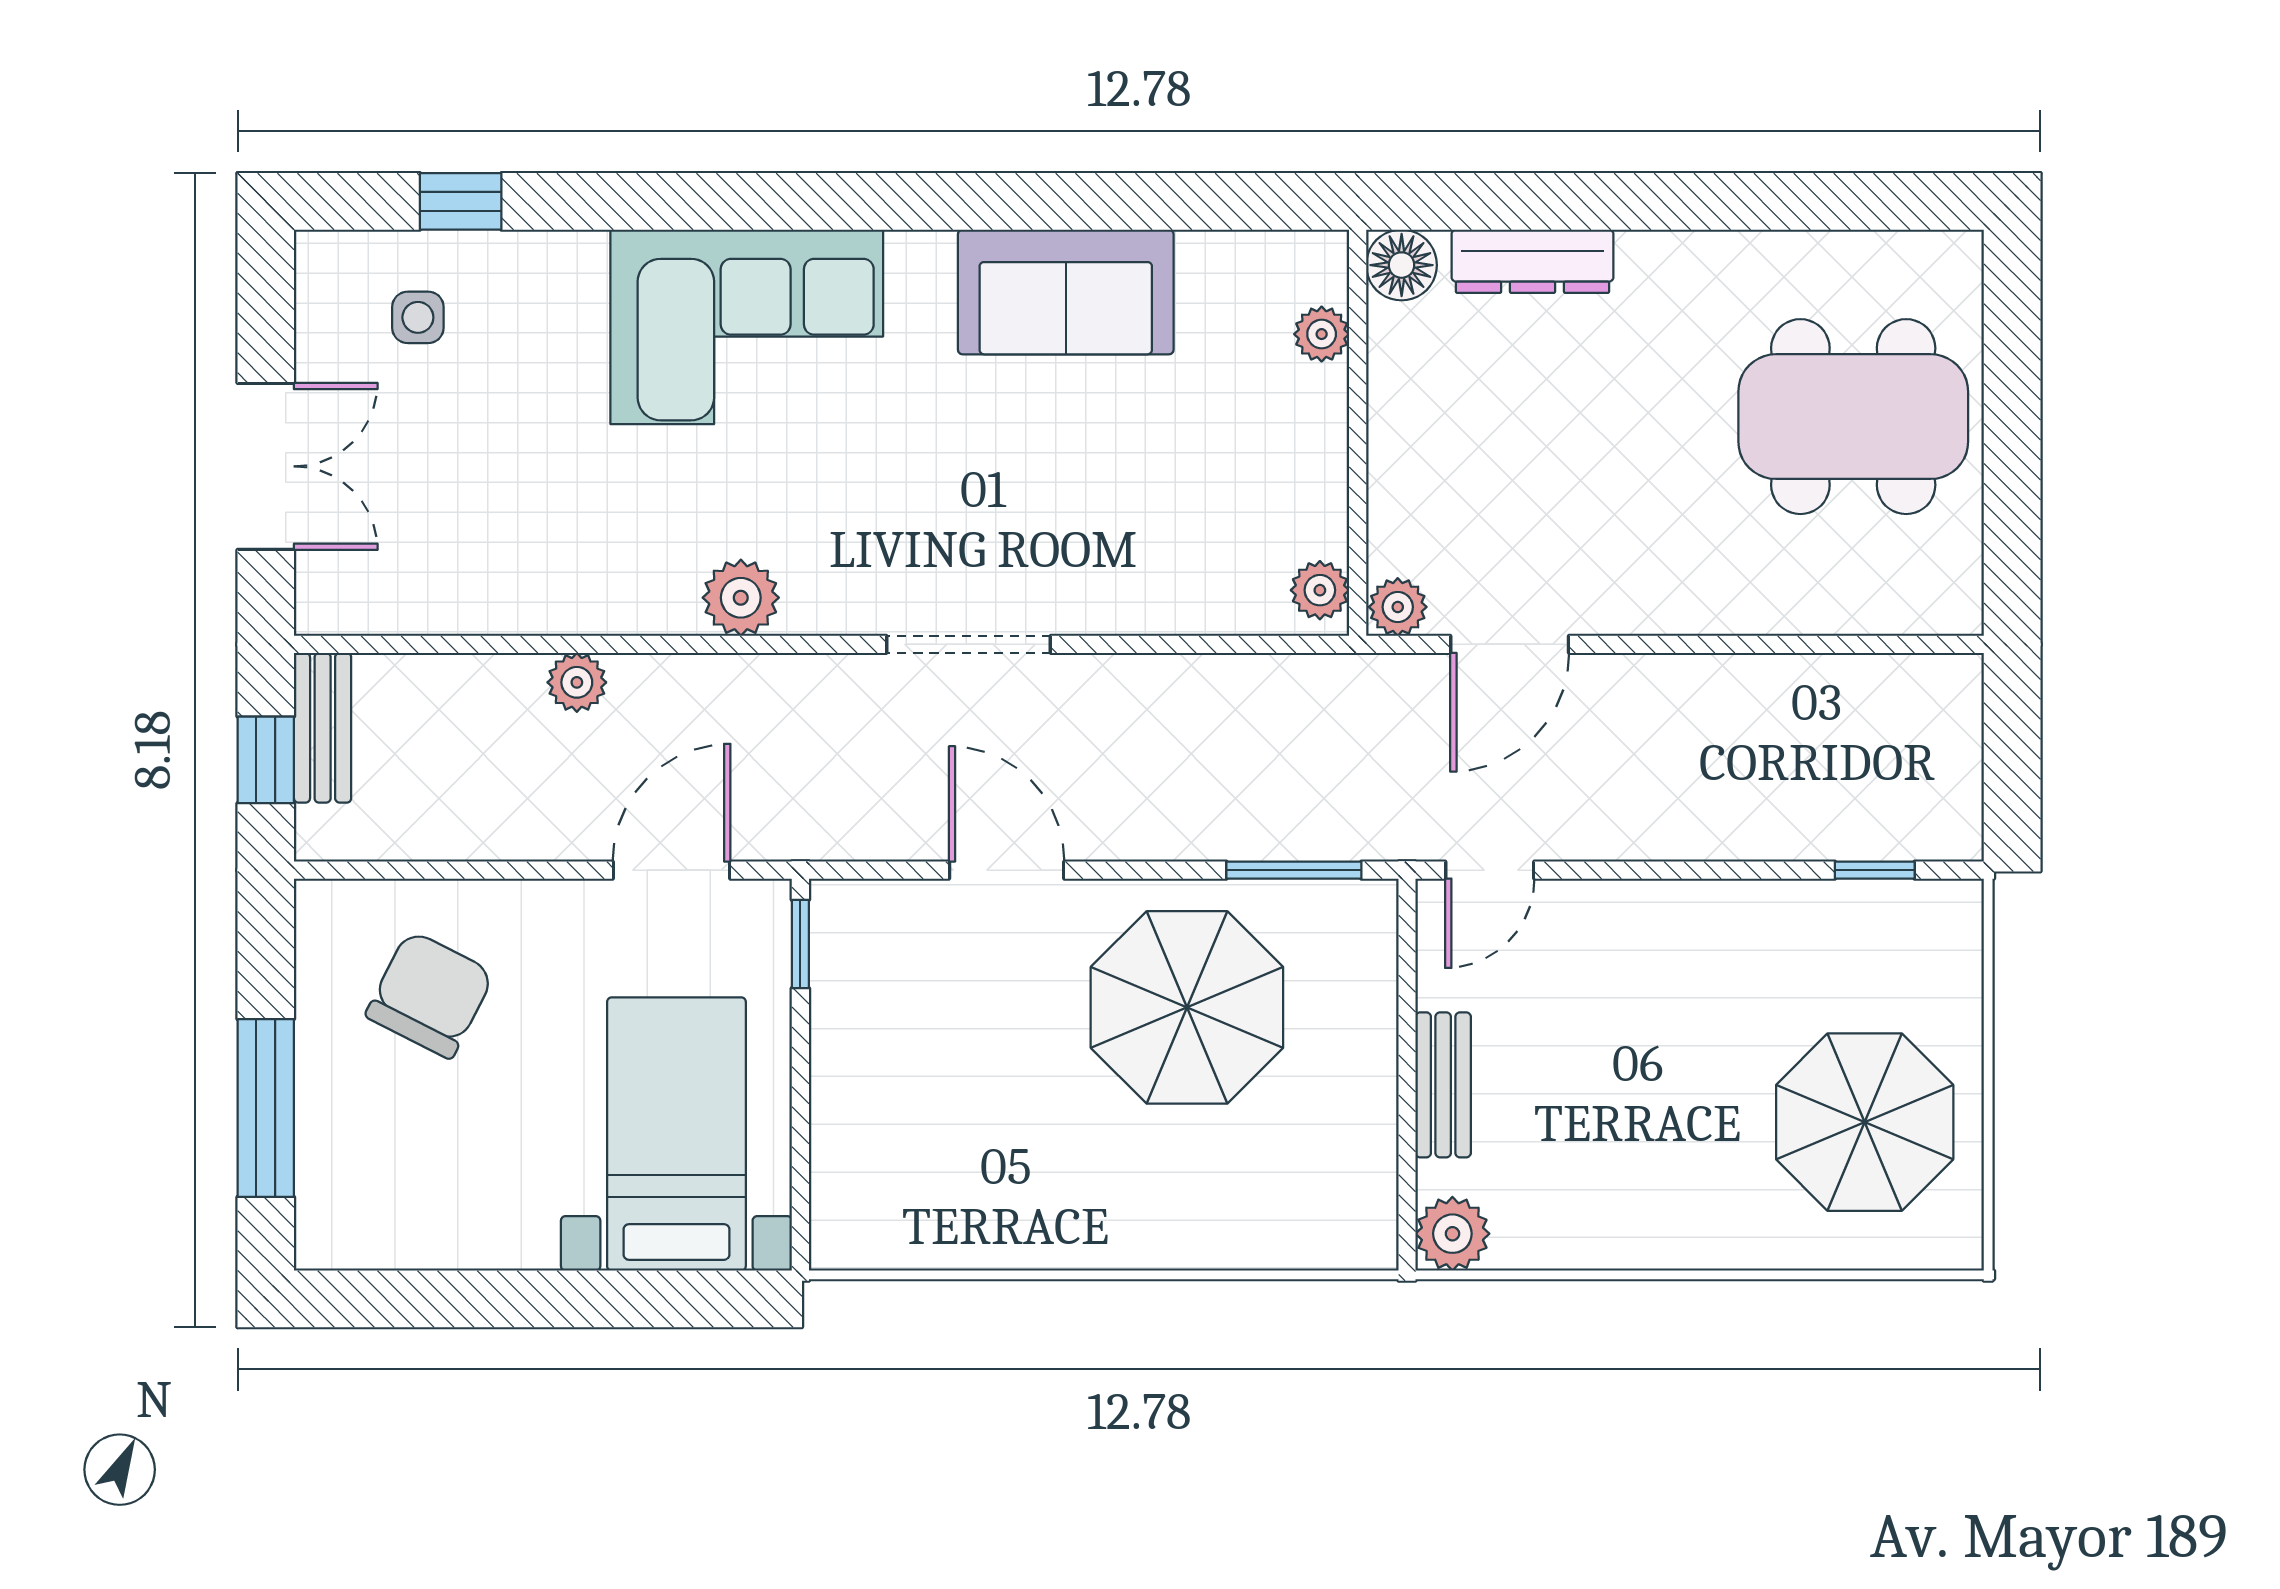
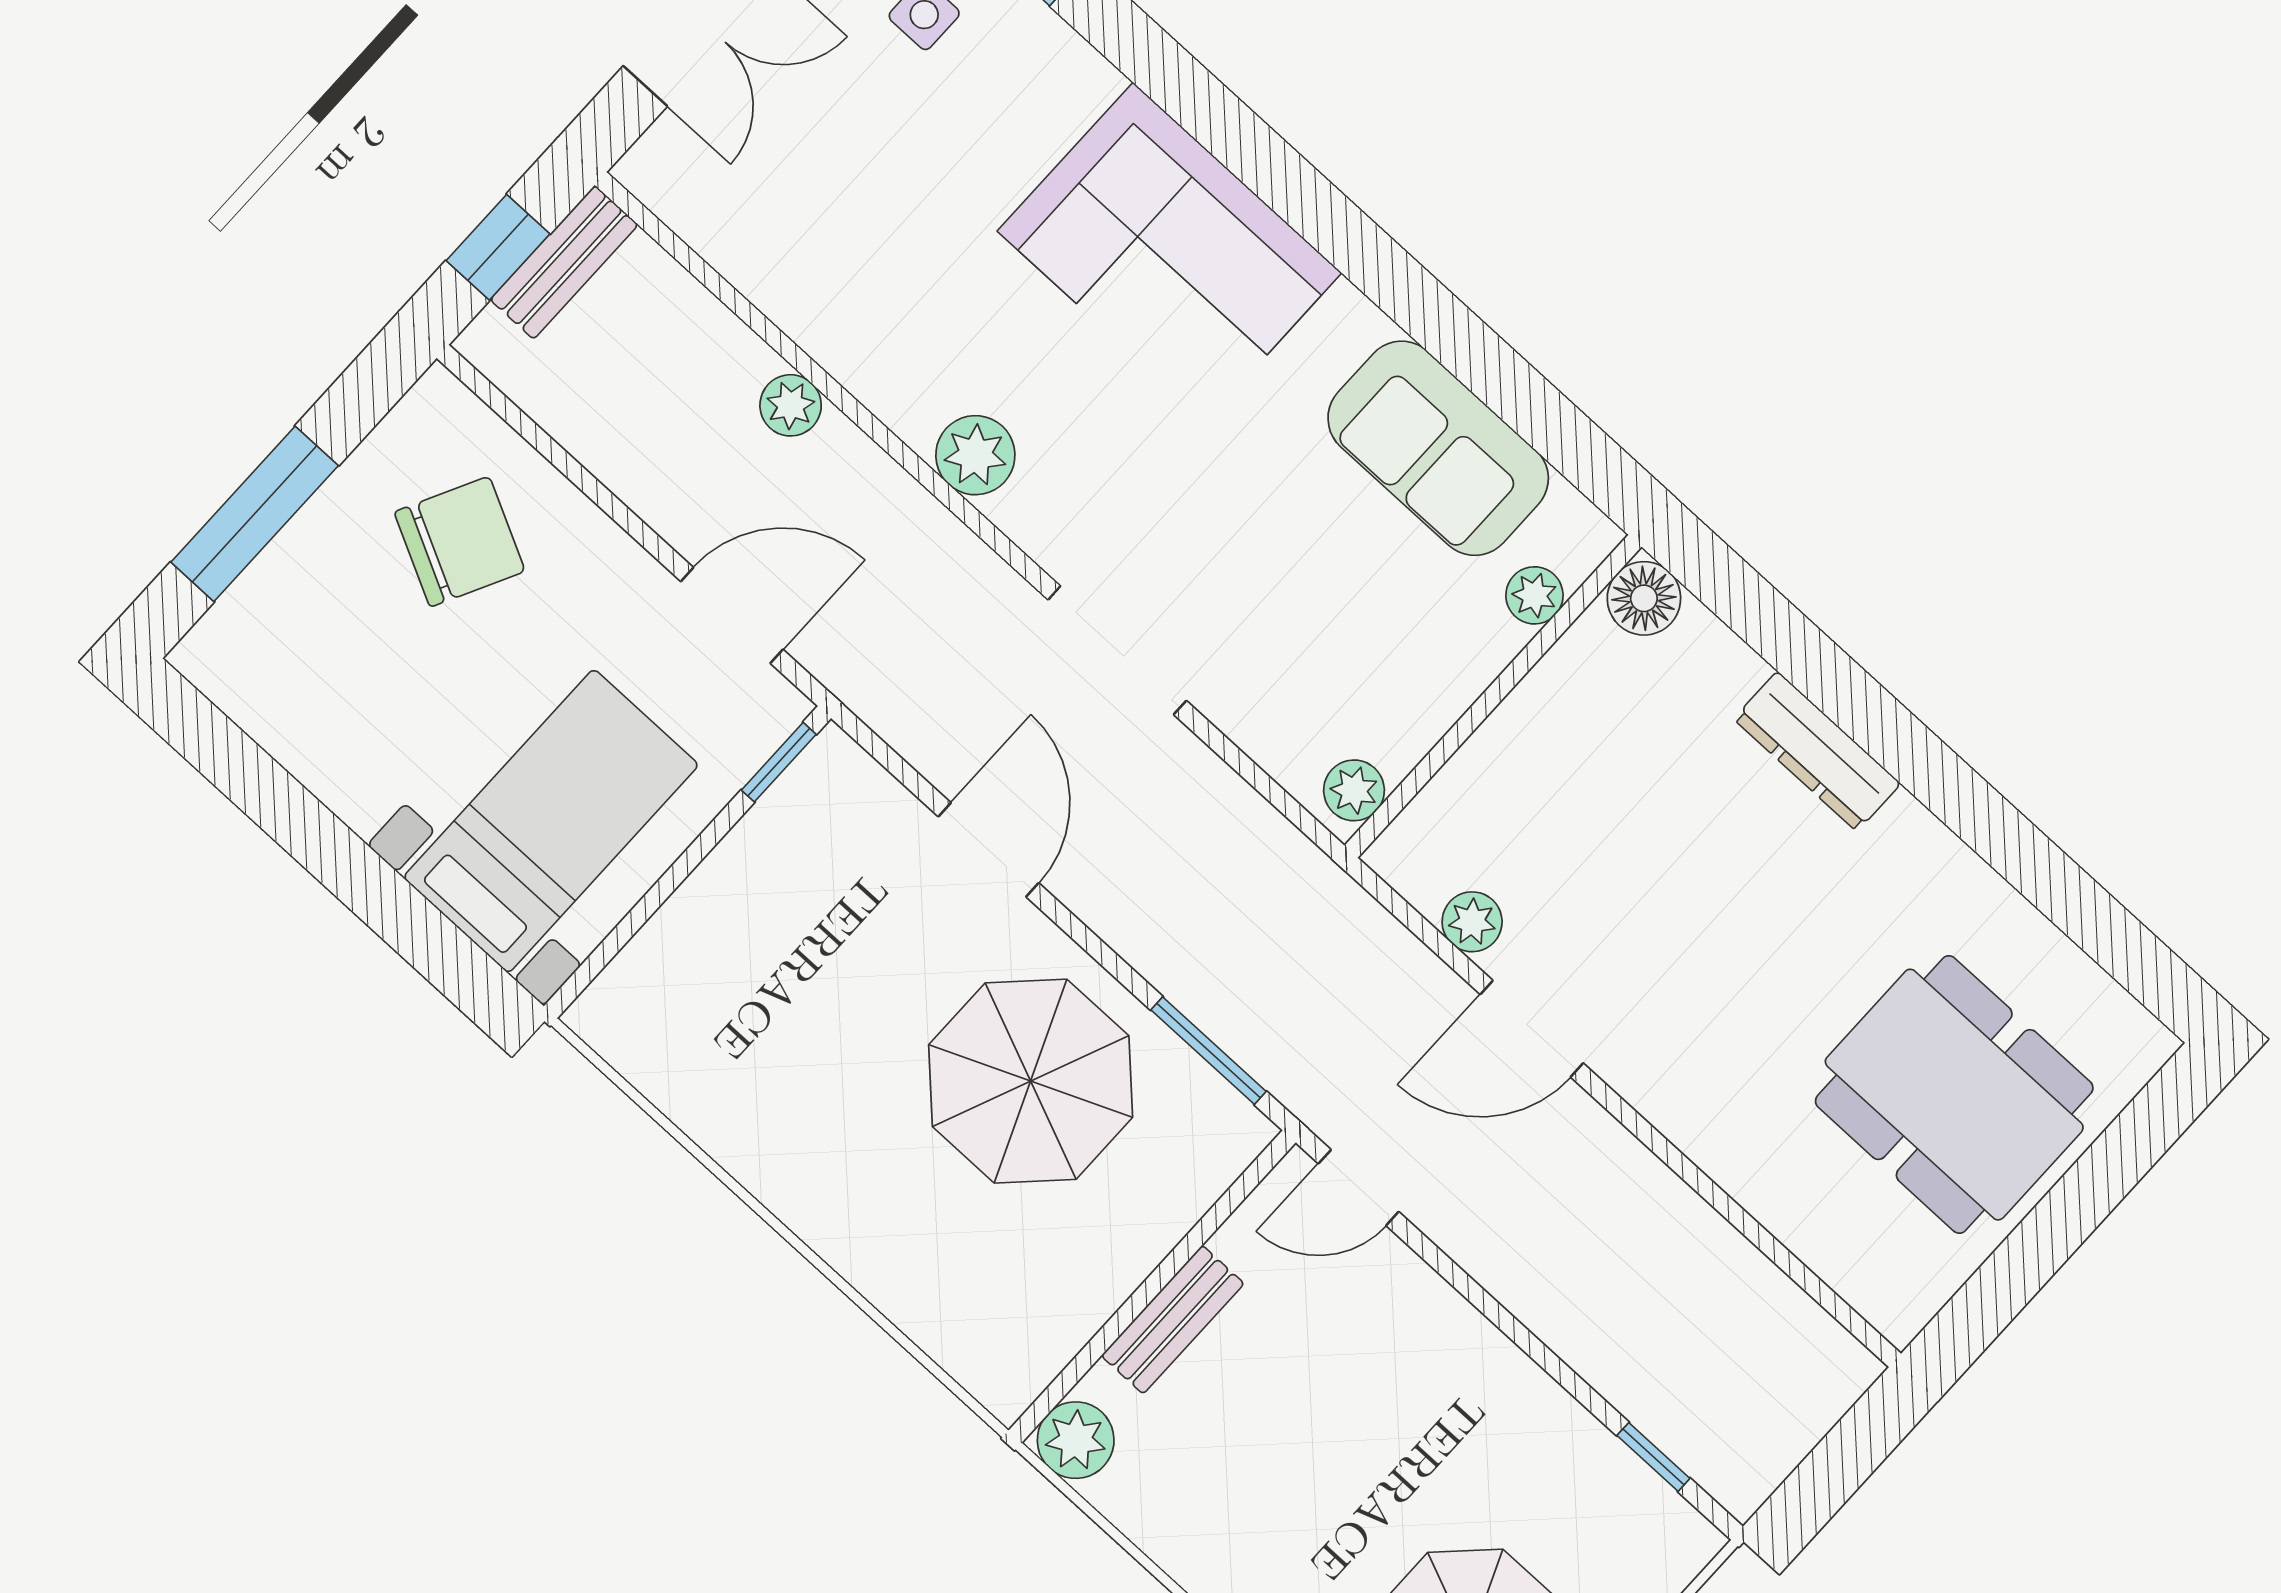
floor lamp: (1402, 265) -> (1644, 598), moved
plant: (1322, 334) -> (1534, 595), moved
wall: (1358, 433) -> (1493, 696), moved
plant: (1320, 590) -> (1354, 790), moved

